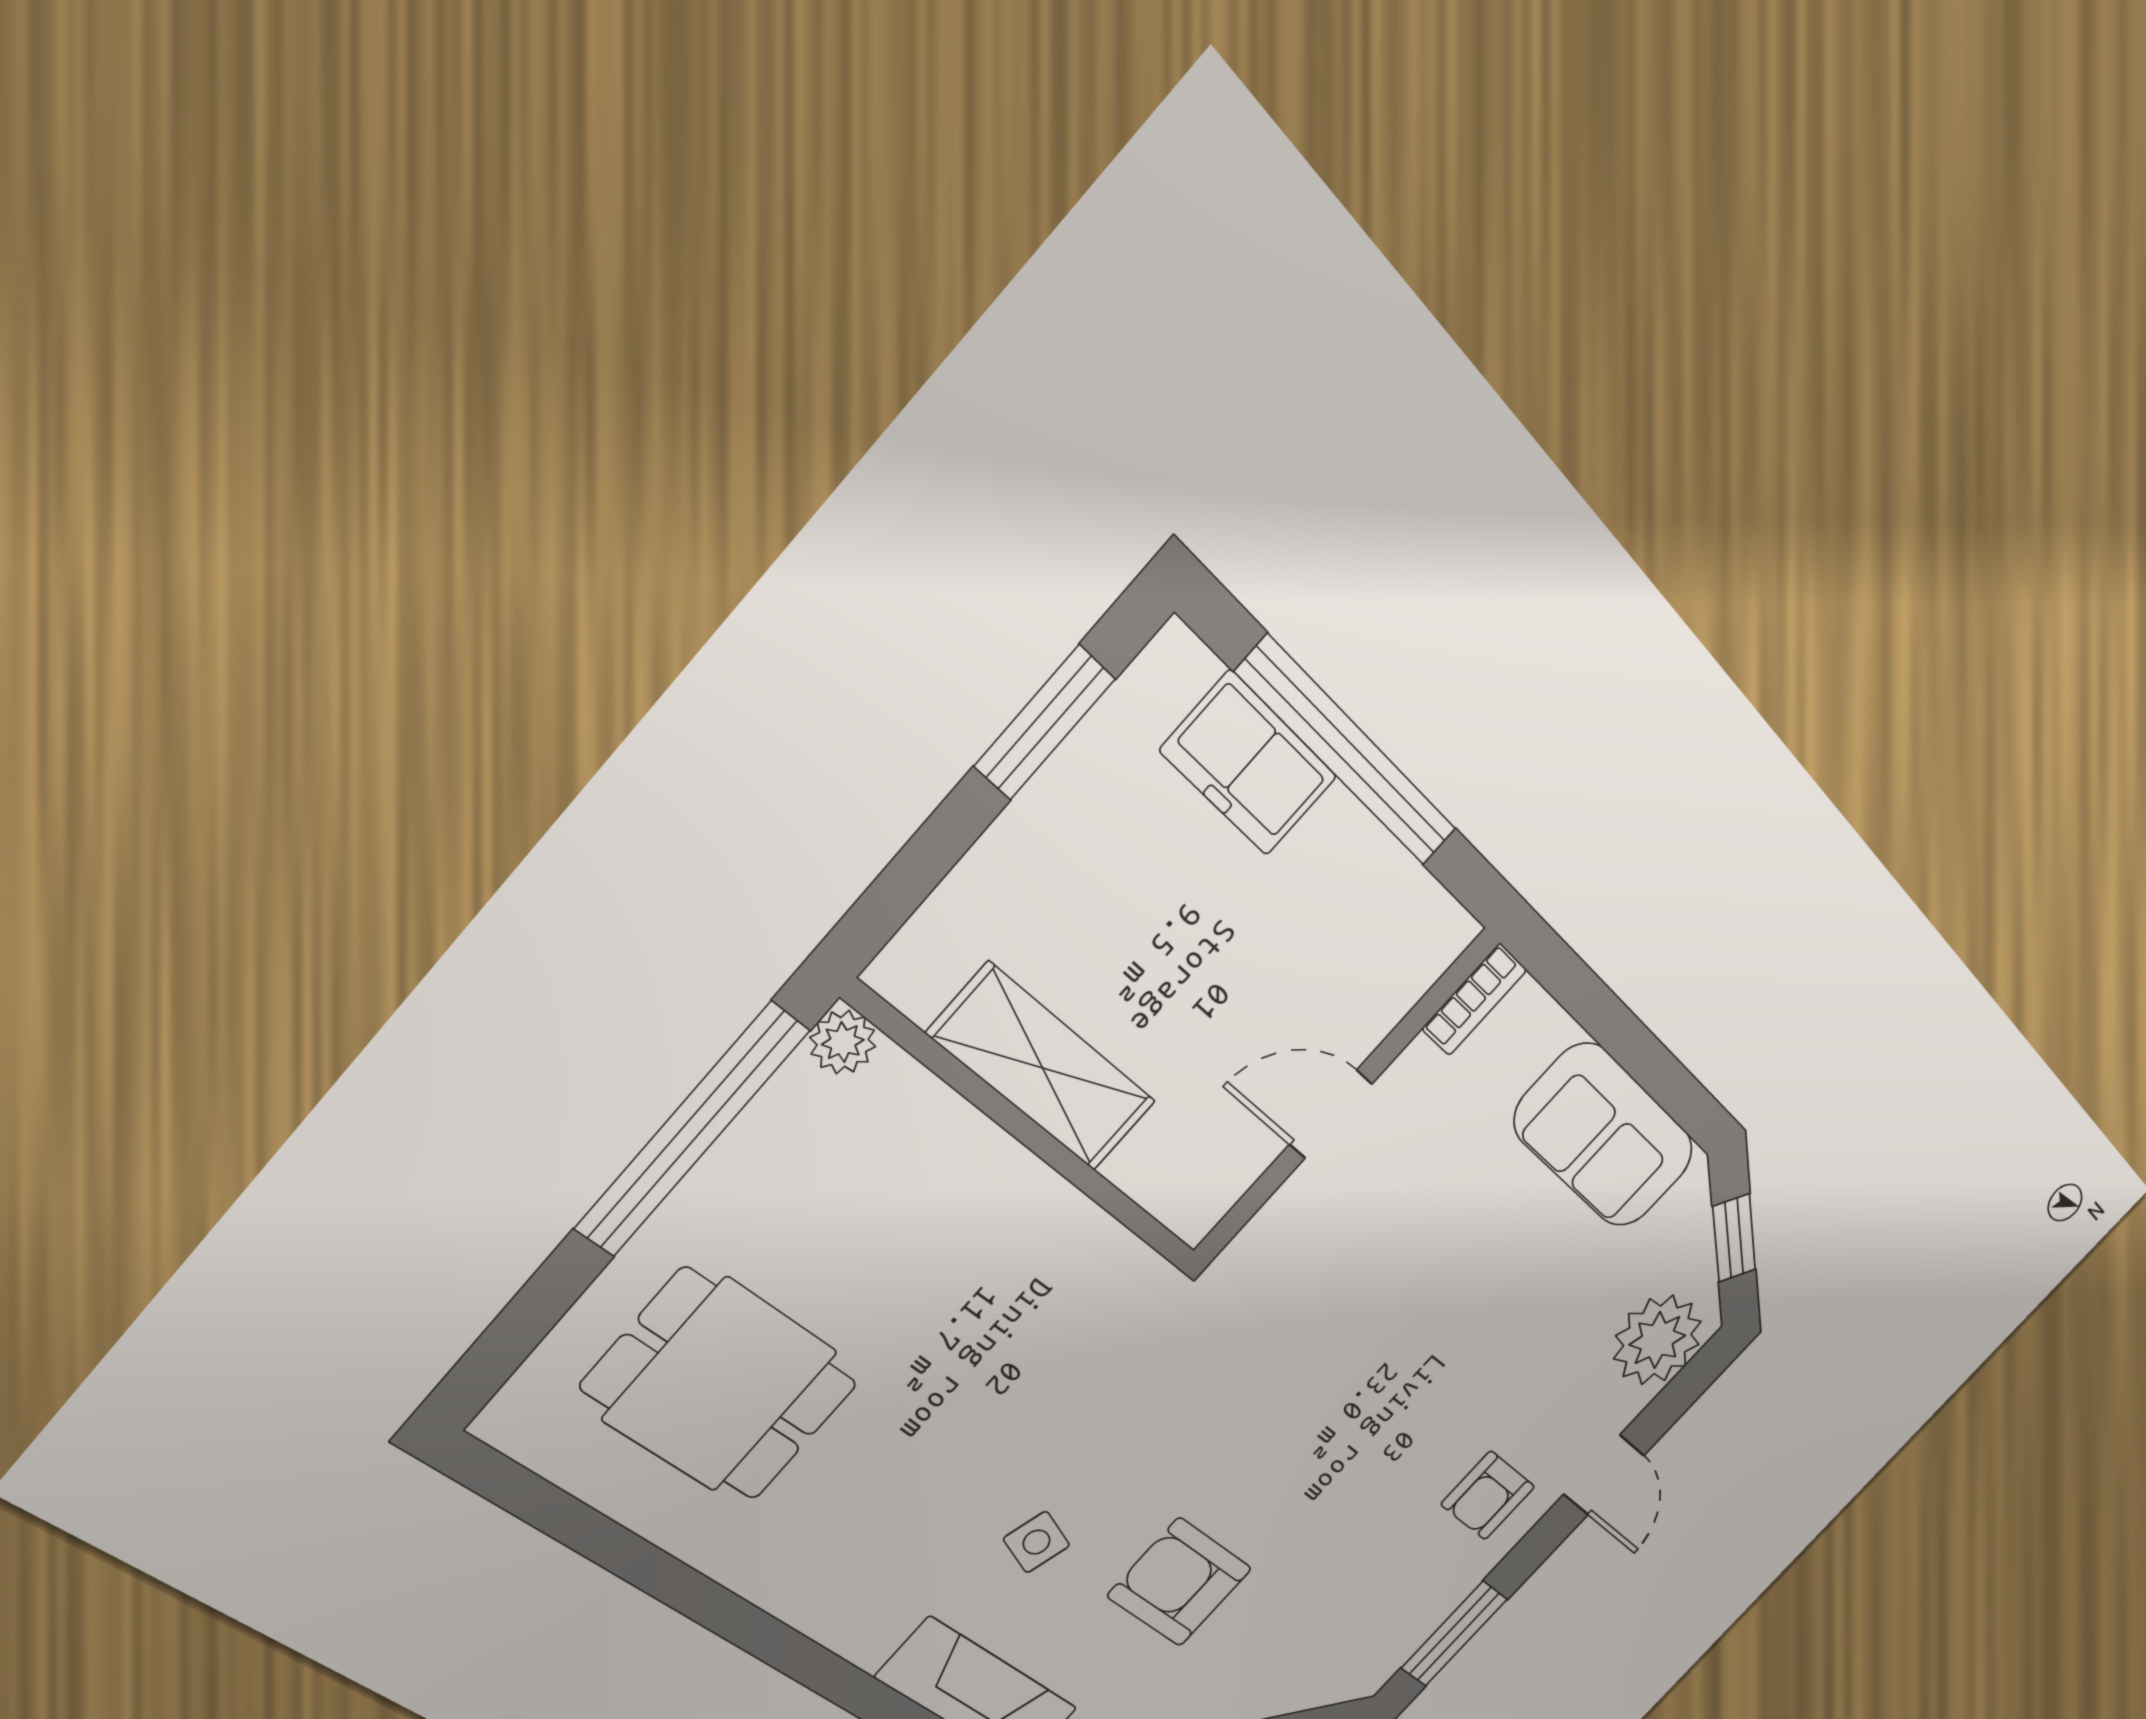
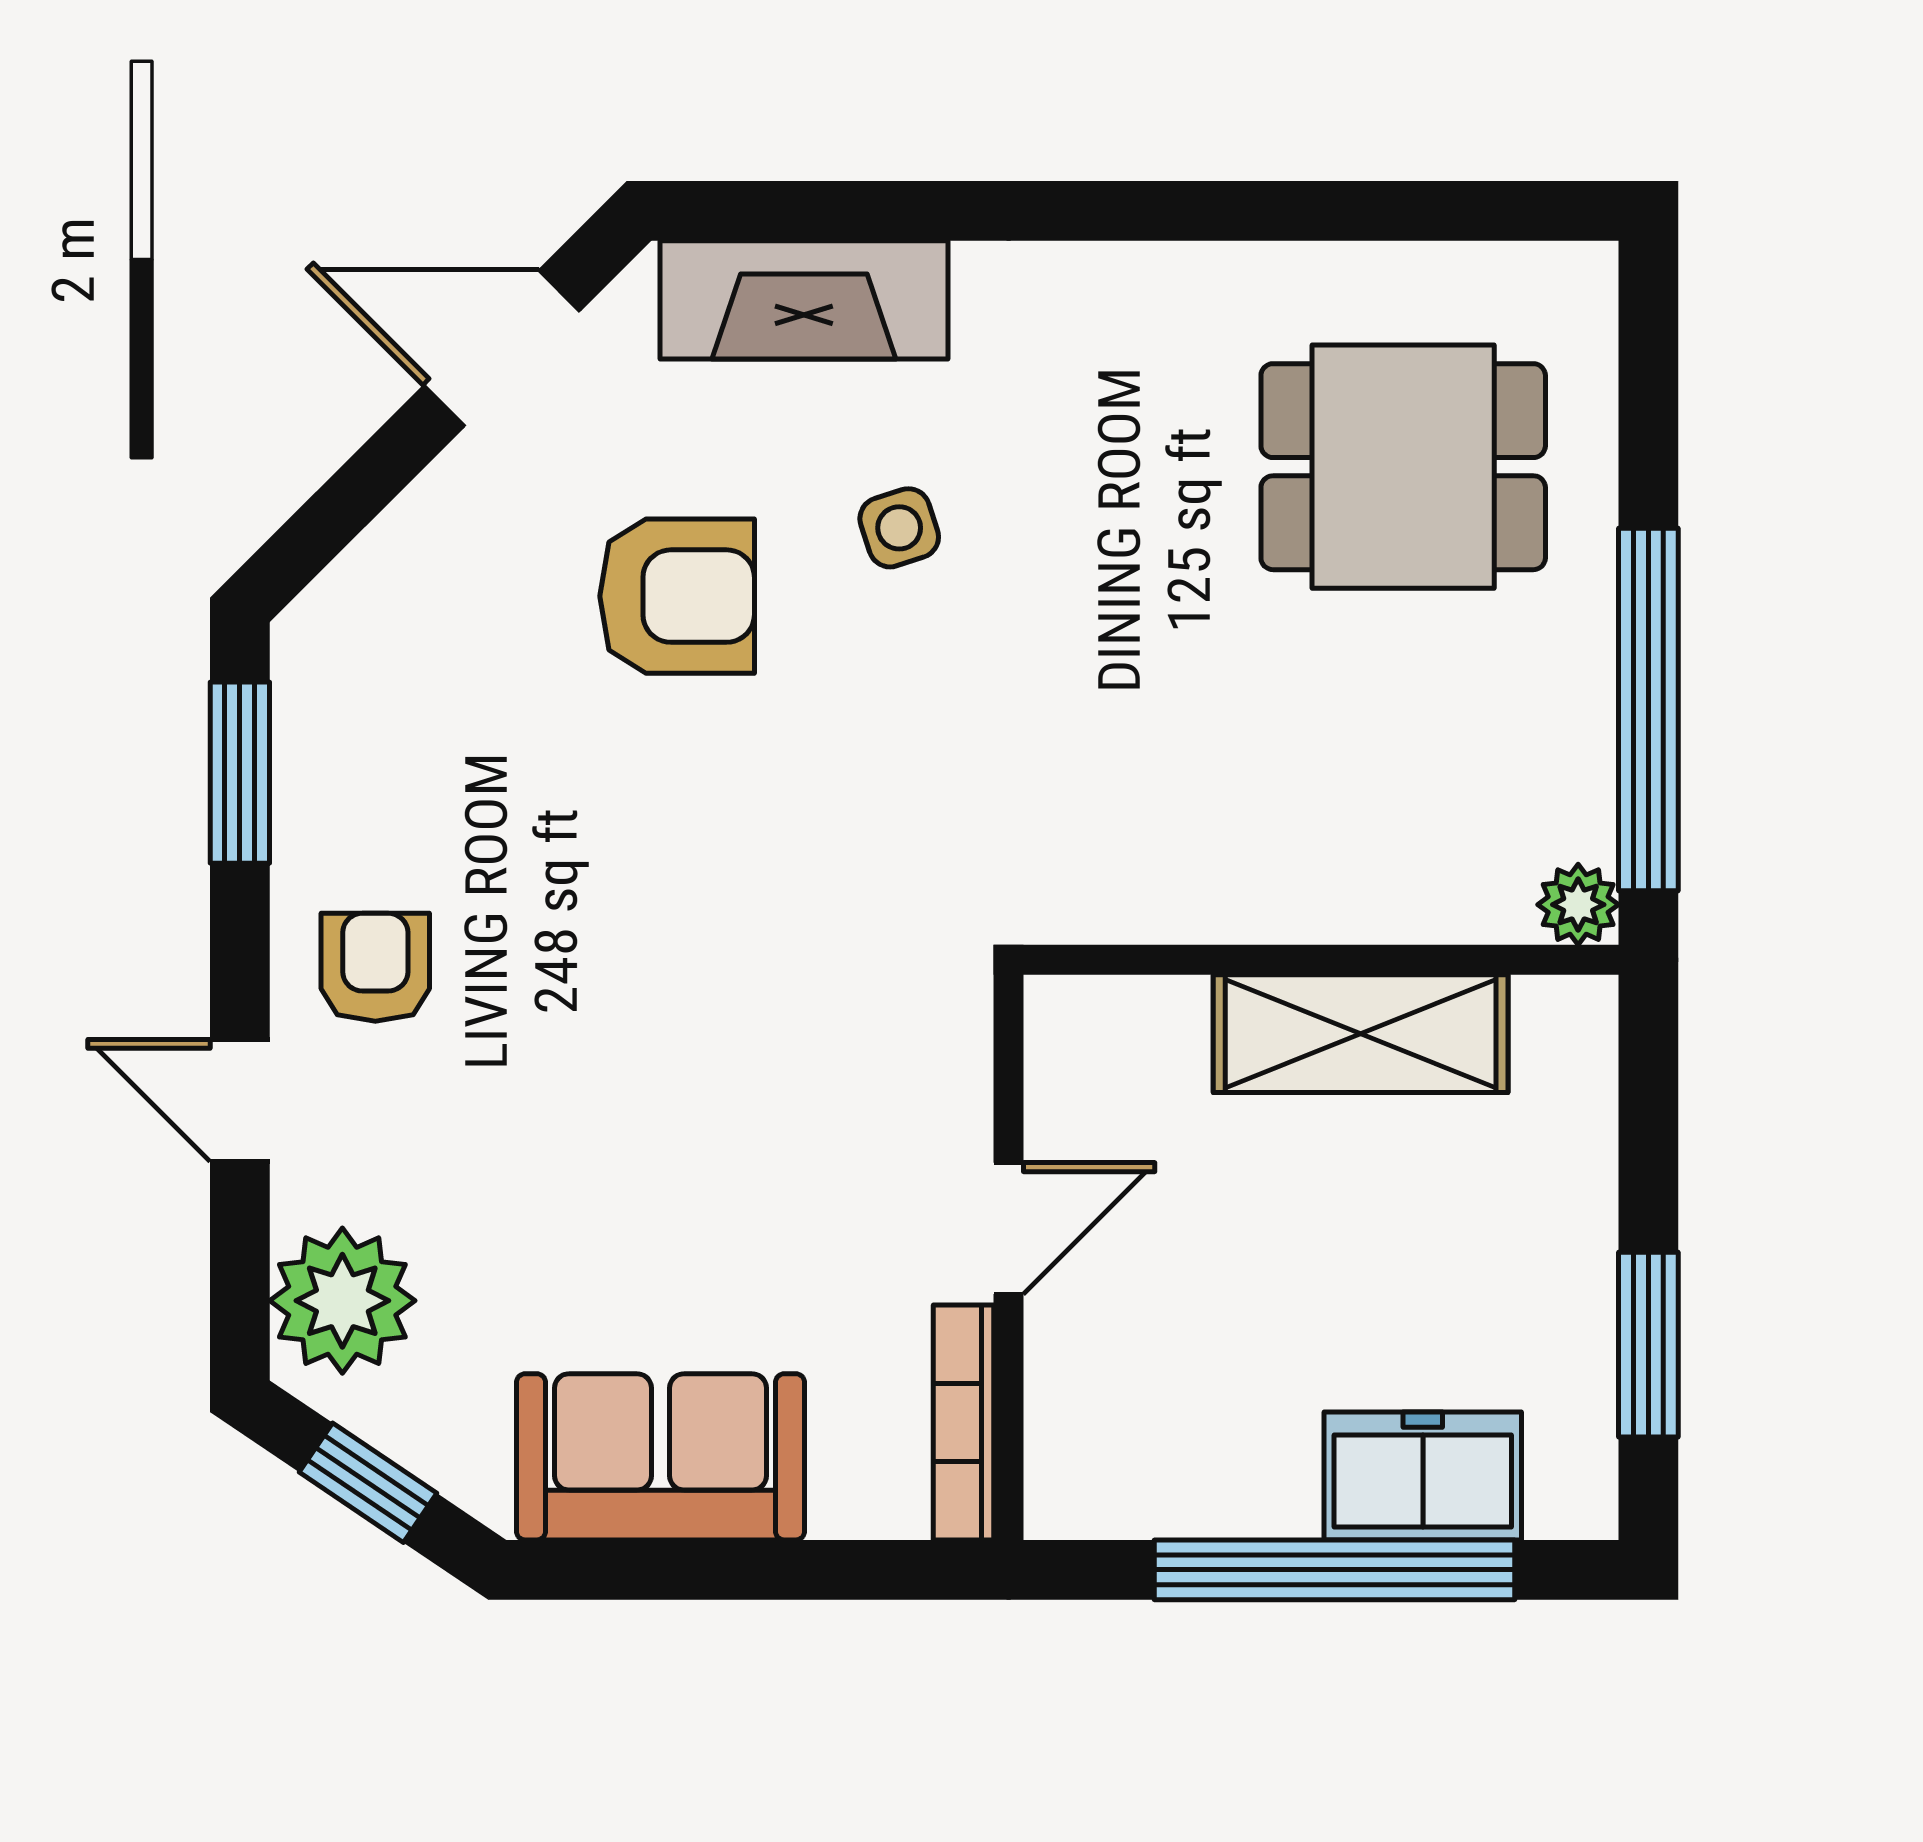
bookcase: (1474, 999) -> (964, 1422), width x1.56
side table: (1036, 1542) -> (899, 528), turned -36

